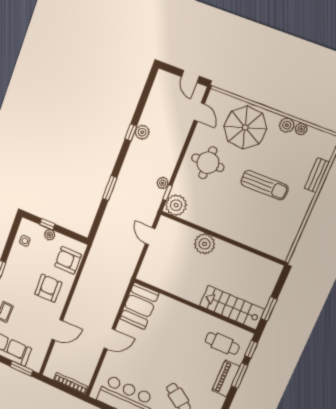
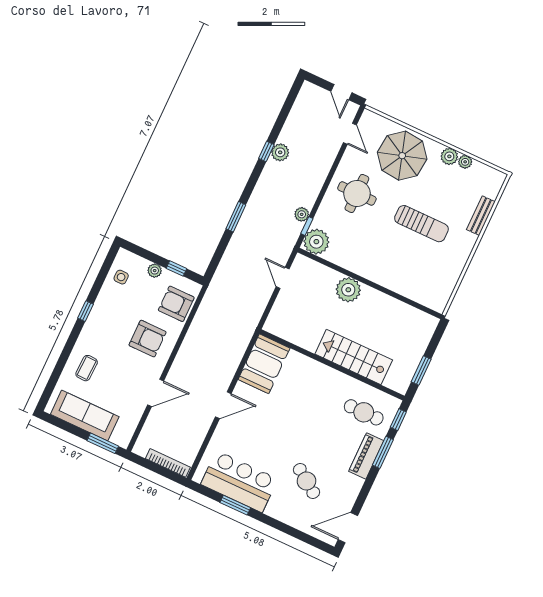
window: (47, 224) -> (176, 268), moved
armchair: (48, 288) -> (148, 339), turned 90
stairs: (232, 308) -> (354, 357), moved

